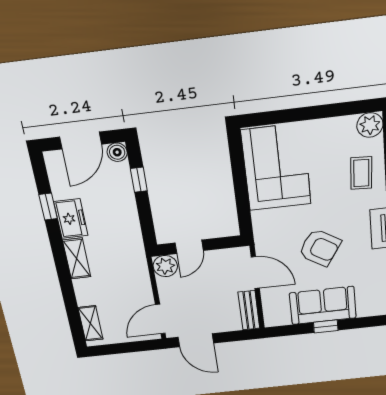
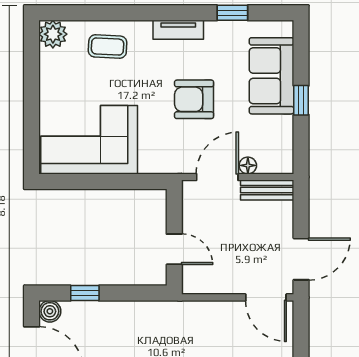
armchair: (320, 248) -> (194, 99), turned -122
plant: (165, 266) -> (196, 280), removed
floor lamp: (268, 294) -> (248, 165), added
sofa: (323, 306) -> (272, 76), moved

